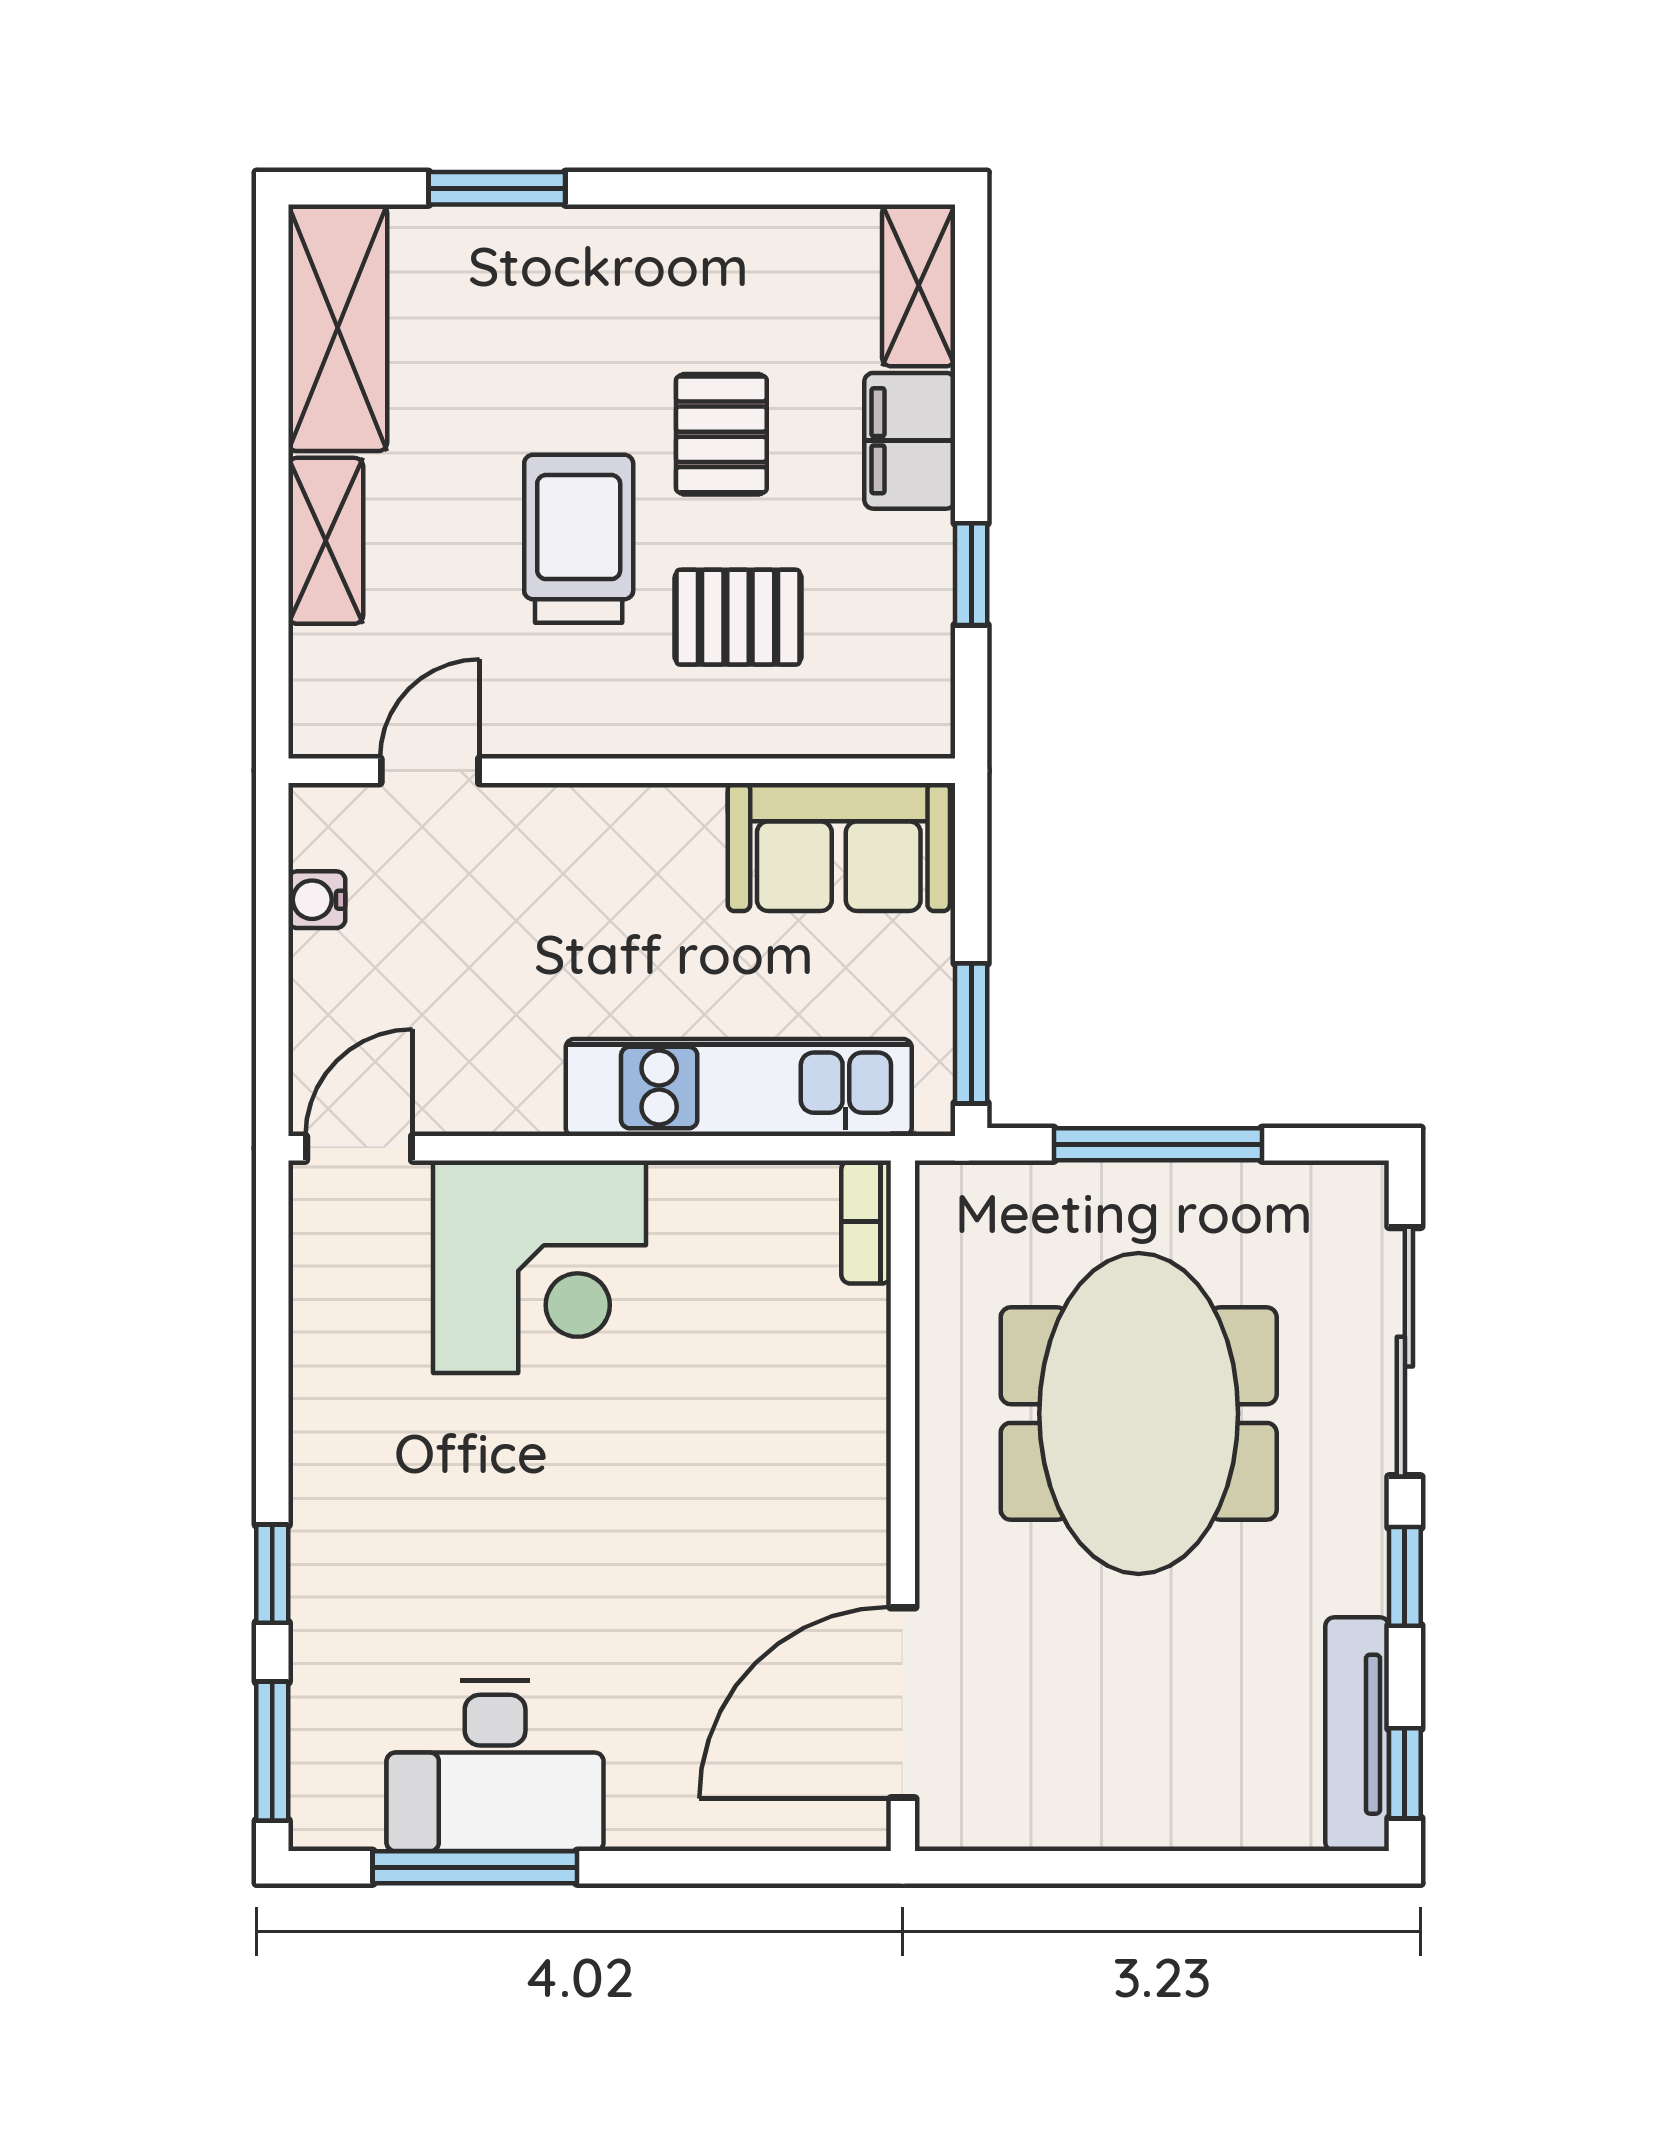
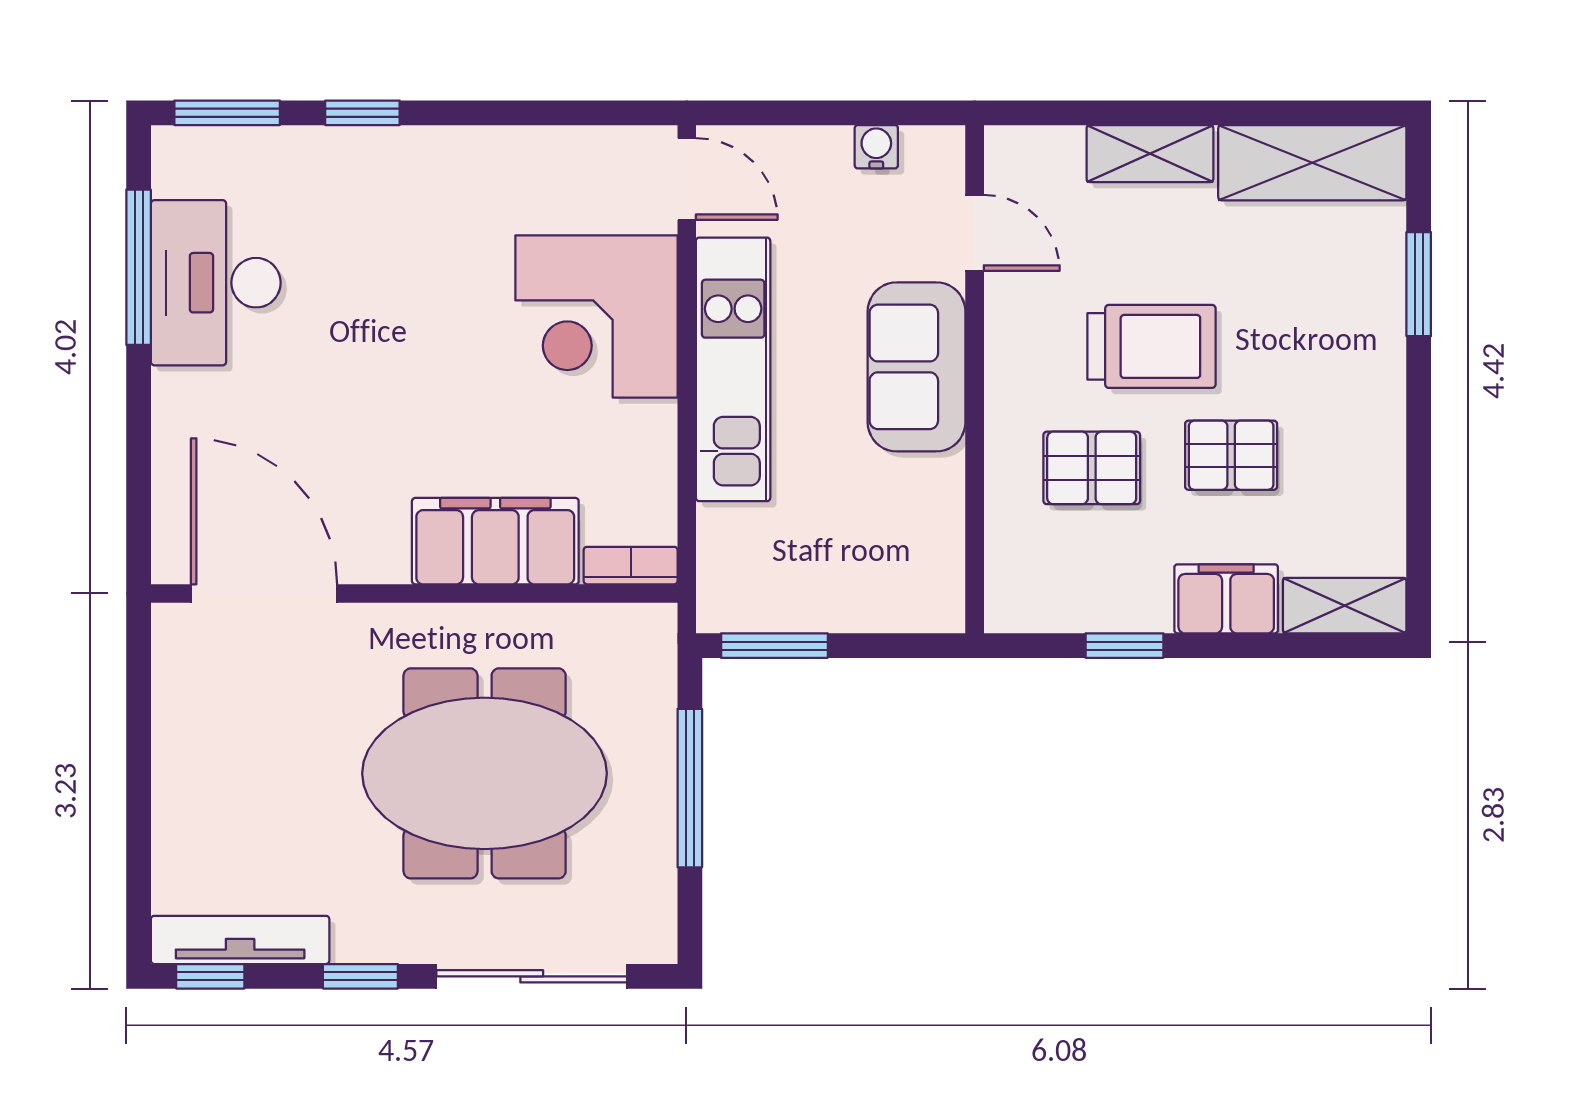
pallet: (738, 617) -> (1092, 468), turned 90
sofa: (839, 847) -> (917, 367), moved
kitchen unit: (739, 1088) -> (733, 369), moved
filing cabinet: (834, 1399) -> (495, 541), added

